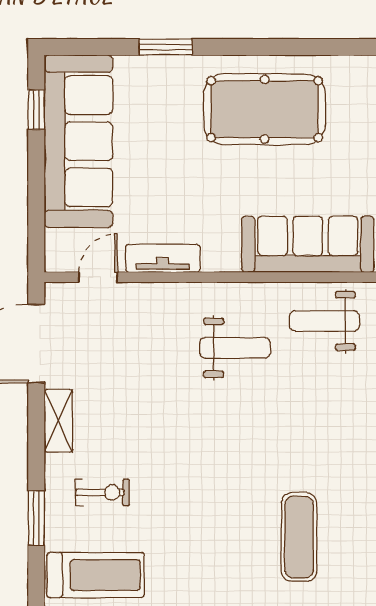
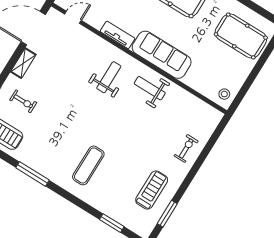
tv unit: (163, 258) -> (118, 35), moved
weight bench: (235, 348) -> (109, 77), turned -90

